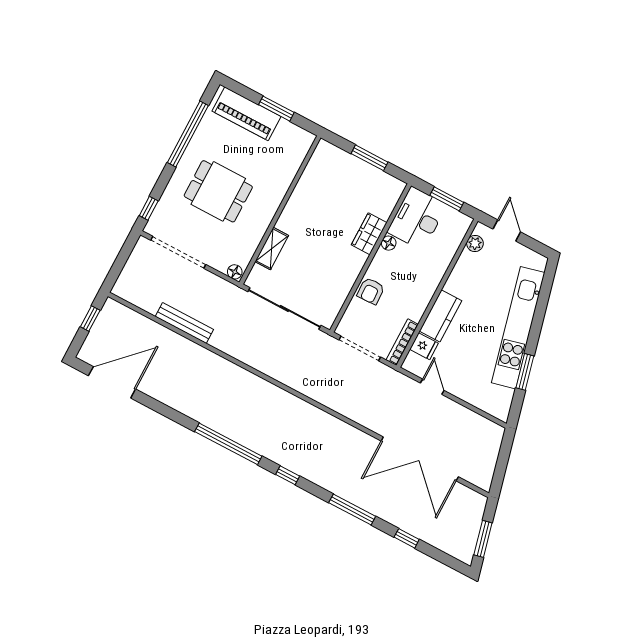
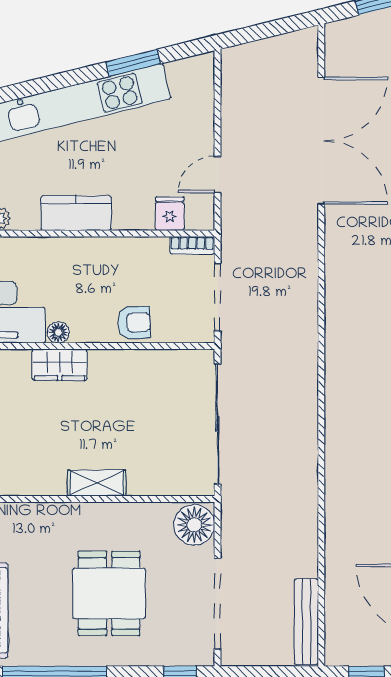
shelving: (272, 249) -> (97, 483), moved
floor lamp: (235, 272) -> (194, 525), width x1.89, depth x1.89
kitchen counter: (441, 316) -> (76, 213), moved
bench: (184, 323) -> (306, 622), moved
bookcase: (402, 342) -> (192, 245), width x0.64

